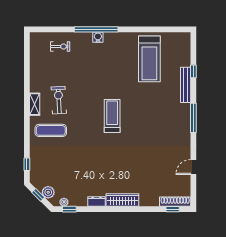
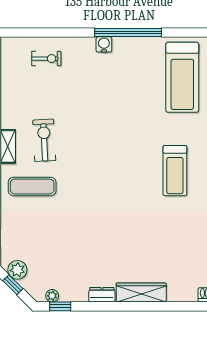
window: (96, 29) -> (128, 33), moved
treadmill: (112, 116) -> (175, 171), moved, turned 180
plant: (48, 192) -> (17, 270), moved

